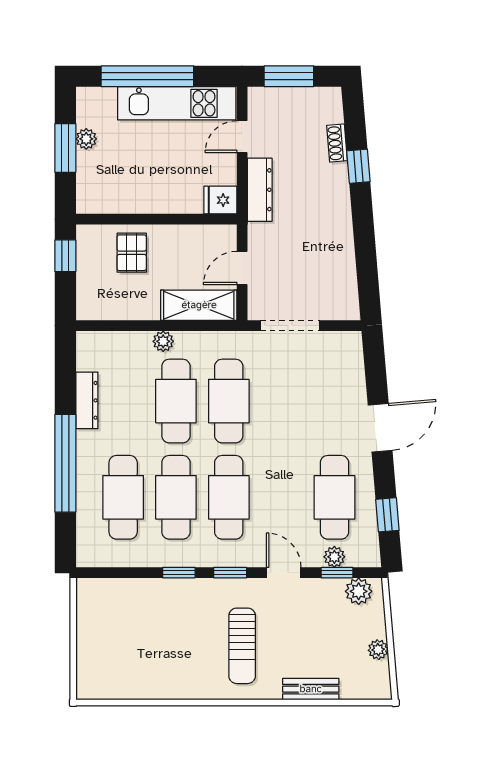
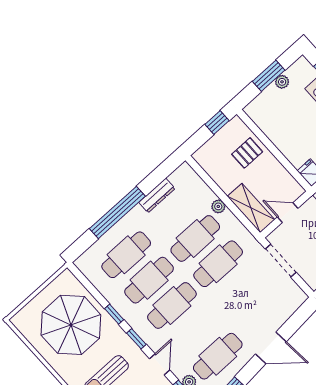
parasol: (146, 633) -> (71, 325), added

